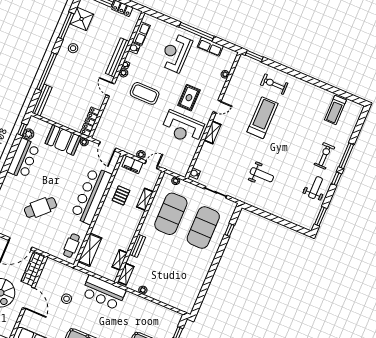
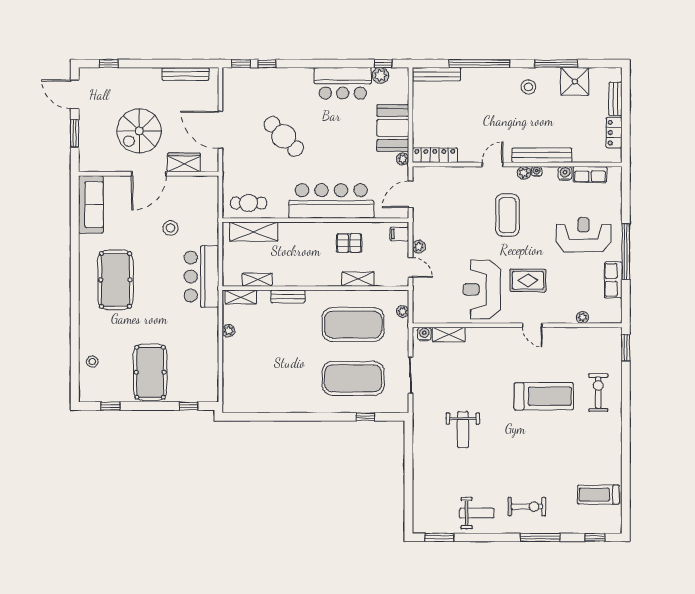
shelving: (212, 132) -> (449, 334), moved
filing cabinet: (132, 165) -> (399, 234), width x0.50
window: (336, 179) -> (595, 537), moved
wardrobe: (33, 269) -> (184, 163), width x0.67

